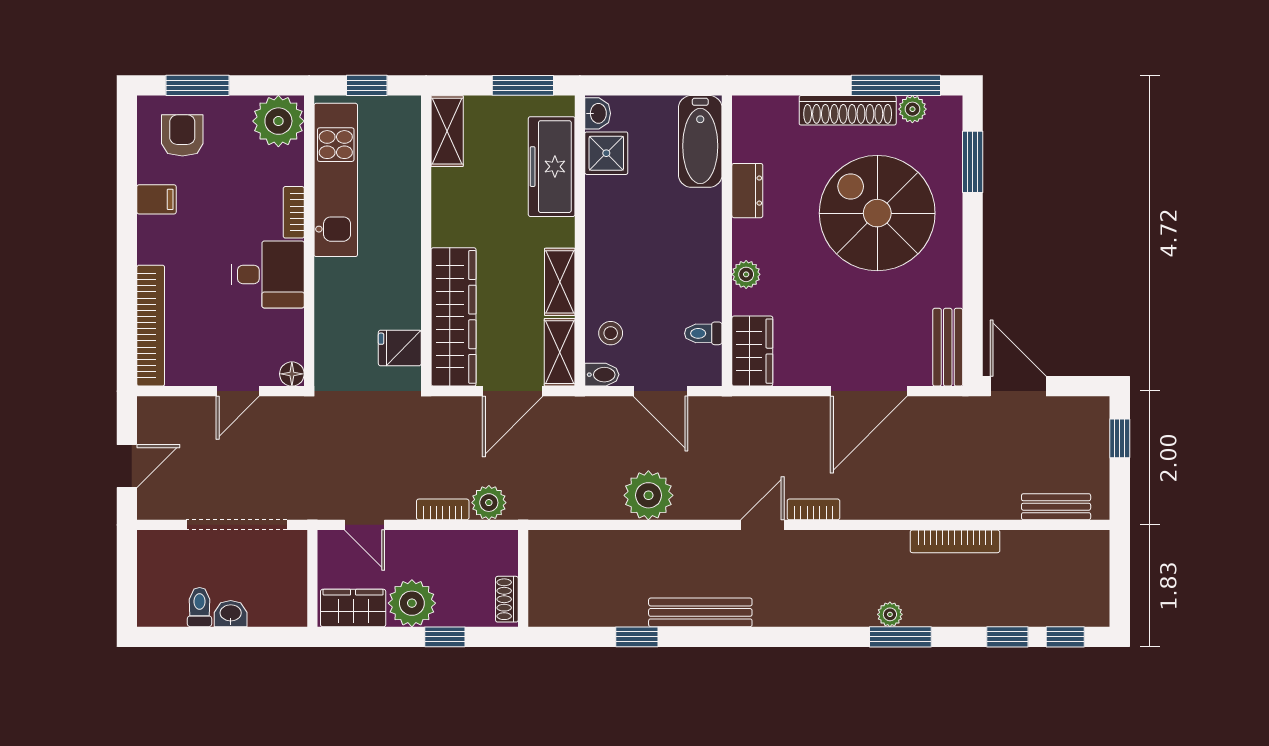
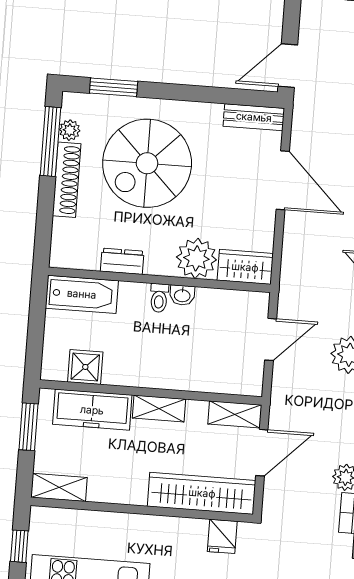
washbasin: (598, 113) -> (182, 295), moved, turned 180
plant: (746, 274) -> (196, 258), width x1.87, depth x1.87
shelving: (560, 282) -> (159, 408), moved
stool: (611, 333) -> (223, 374), removed
toilet: (703, 333) -> (159, 298), moved
bidet: (602, 375) -> (254, 383), removed
door: (513, 391) -> (262, 453), hinge flipped

